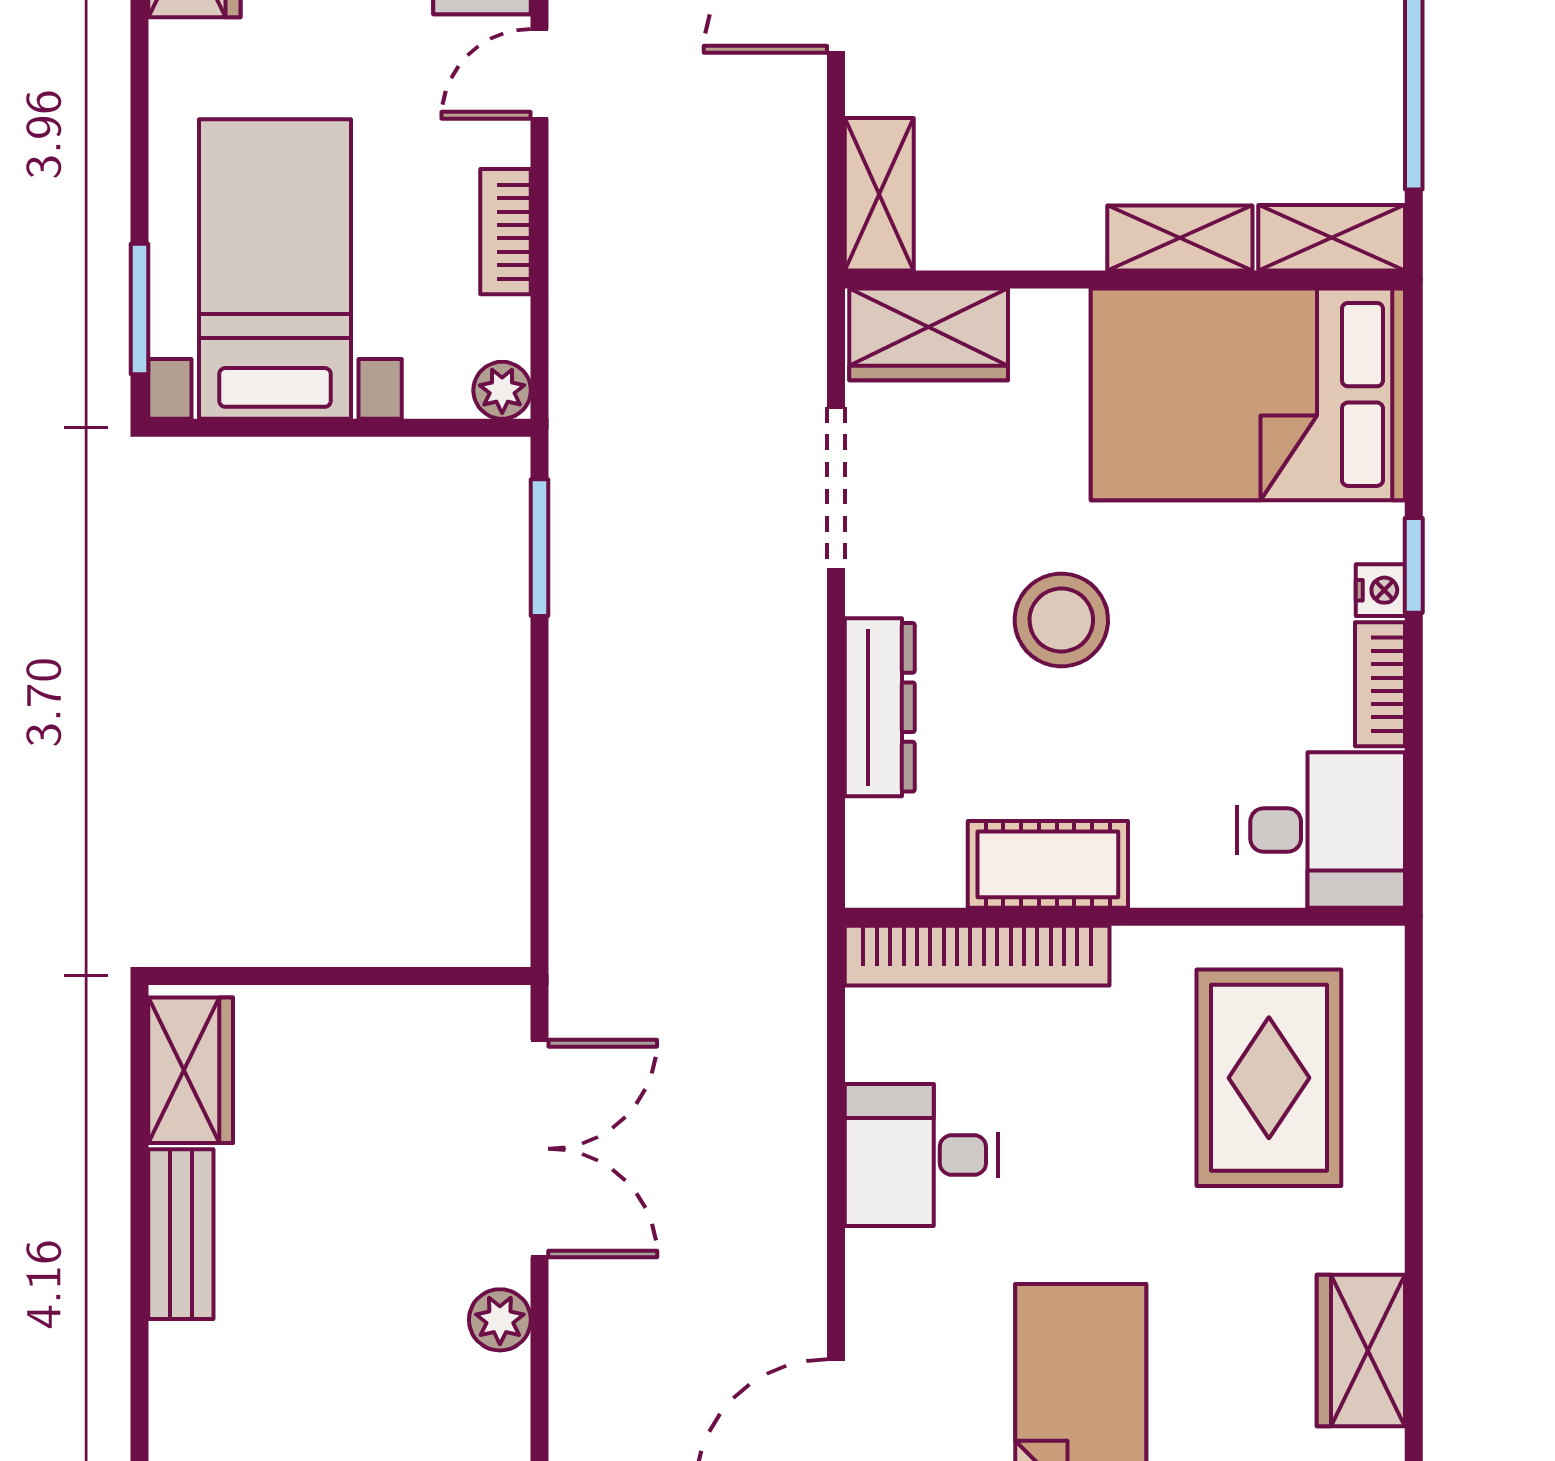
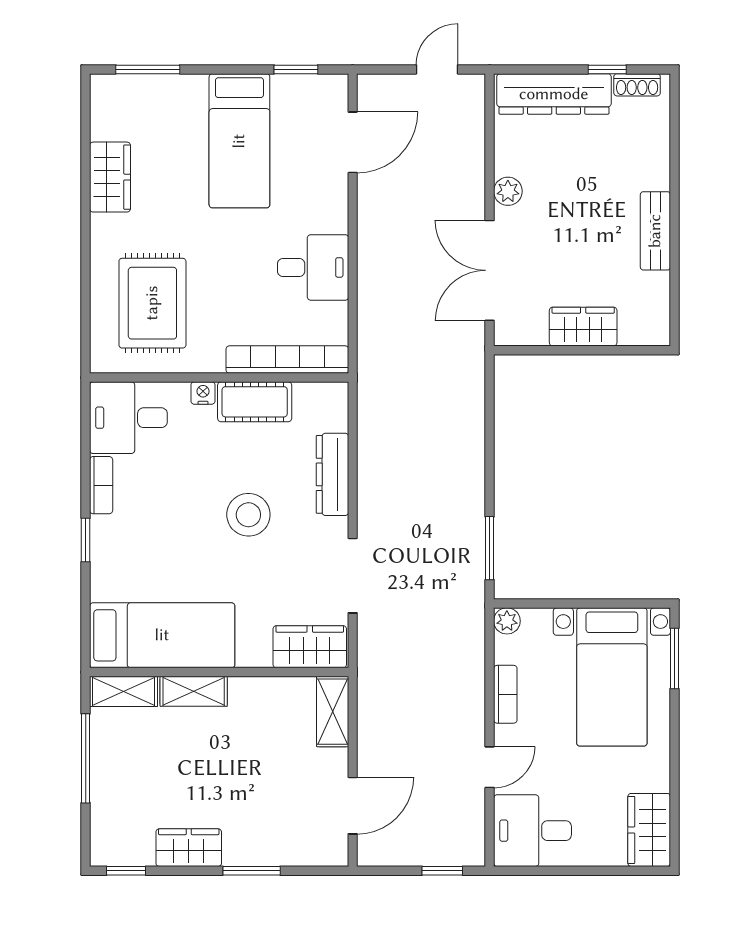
bed: (1248, 394) -> (162, 635), width x0.67
nightstand: (1380, 590) -> (203, 393), moved, turned 90
wardrobe: (191, 1070) -> (583, 327), moved, turned 90

